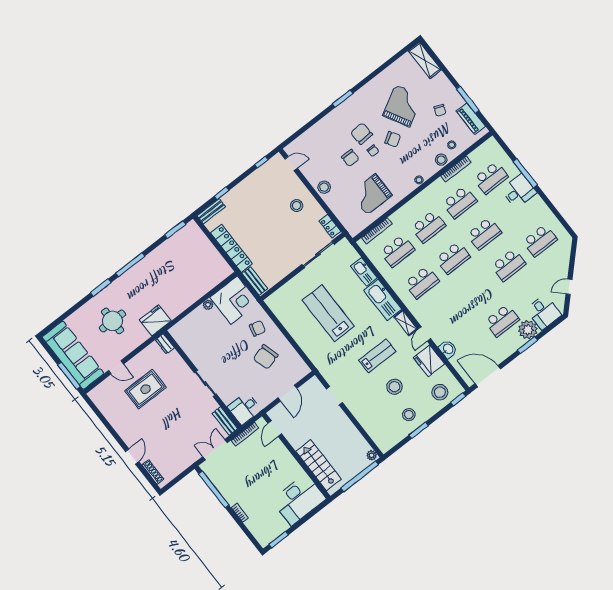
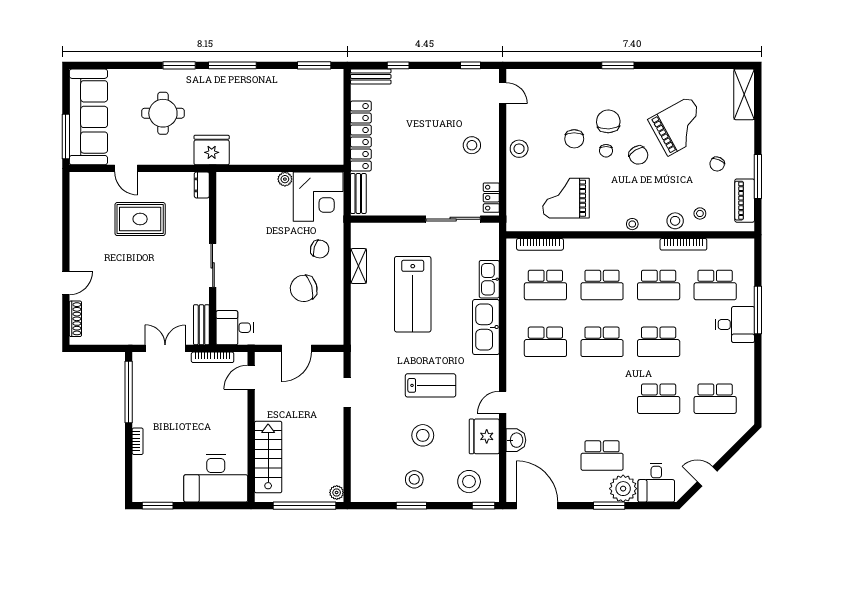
lab bench: (328, 313) -> (413, 294), turned 180
shelving: (406, 323) -> (359, 266), moved

